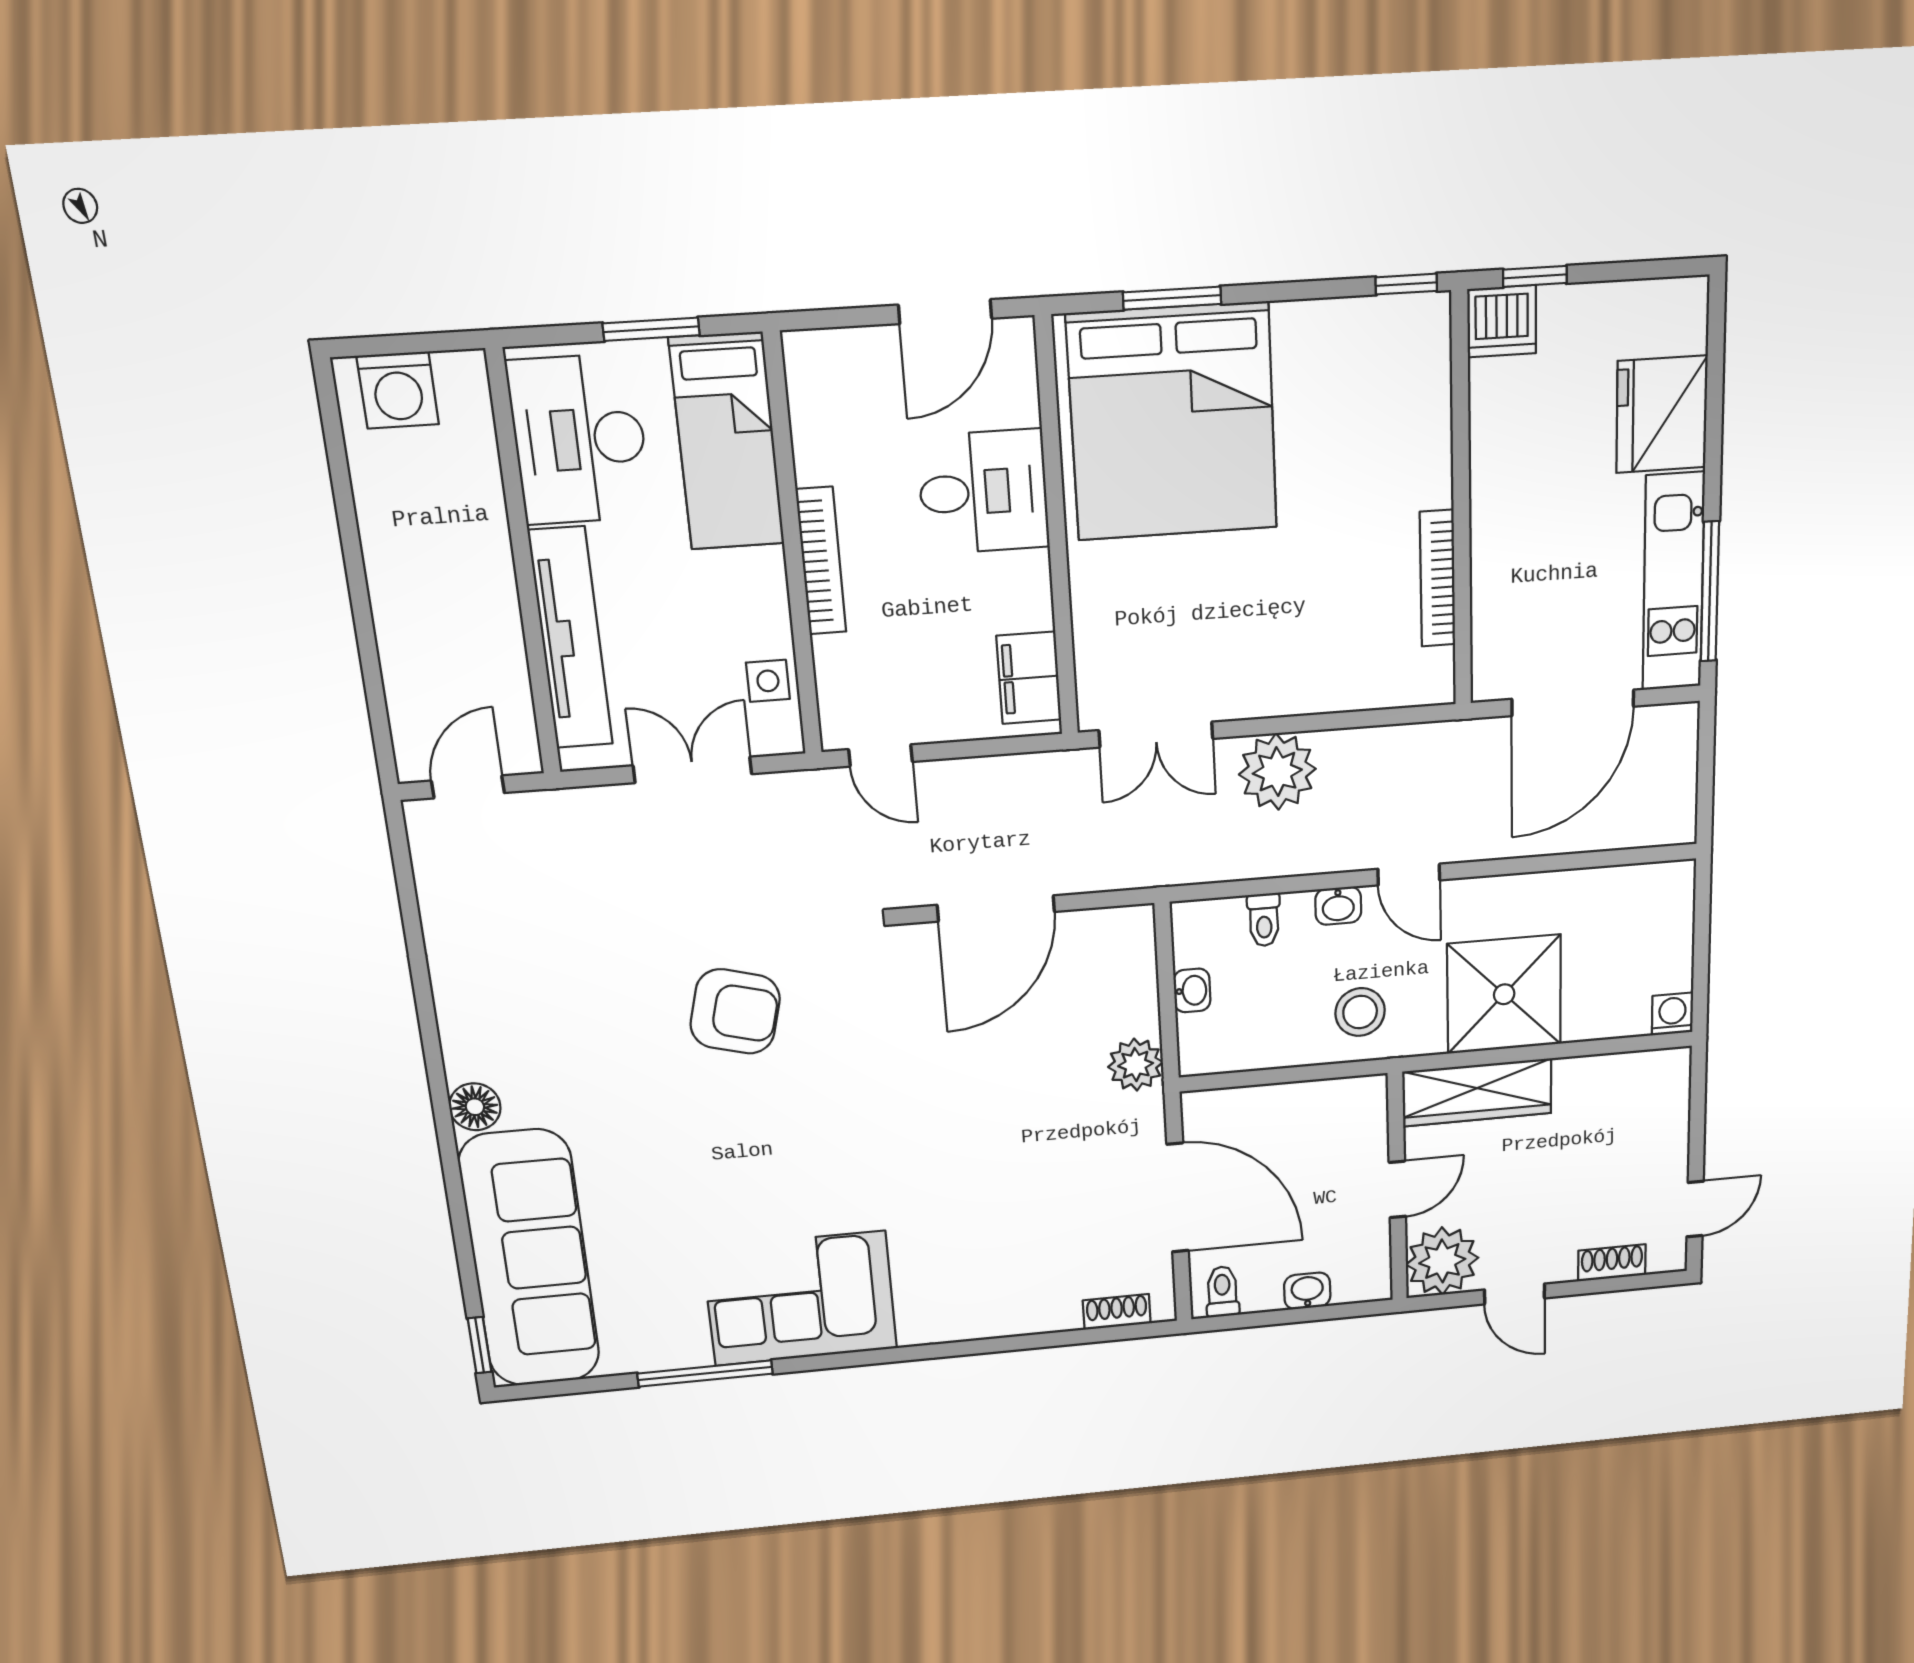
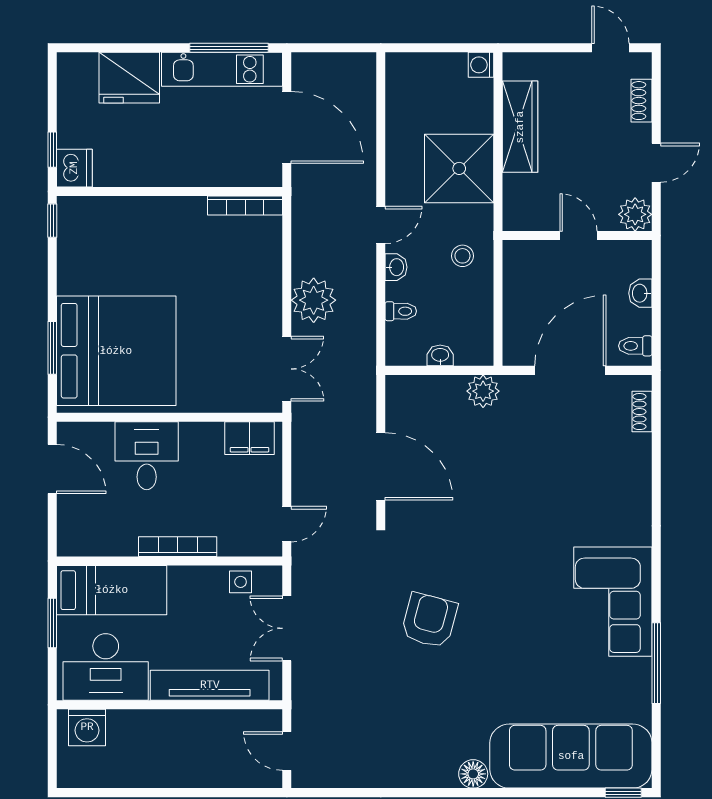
washing machine: (398, 390) -> (87, 727), moved, turned 90
bookcase: (1438, 578) -> (245, 206), moved
stool: (1360, 1012) -> (462, 256), width x0.73, depth x0.73
wardrobe: (1477, 1092) -> (520, 127), moved
plant: (1442, 1261) -> (635, 214), width x0.73, depth x0.73

